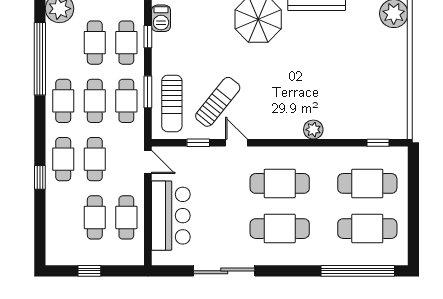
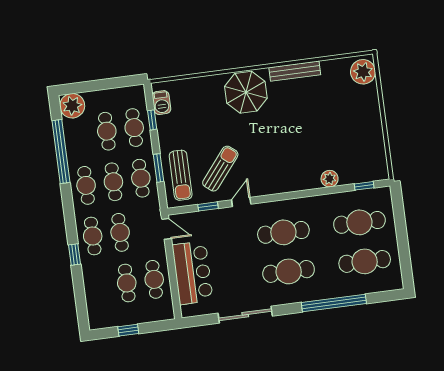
plant: (313, 130) -> (330, 179), moved
door: (236, 143) -> (241, 202), hinge flipped
window: (358, 271) -> (334, 303), moved

